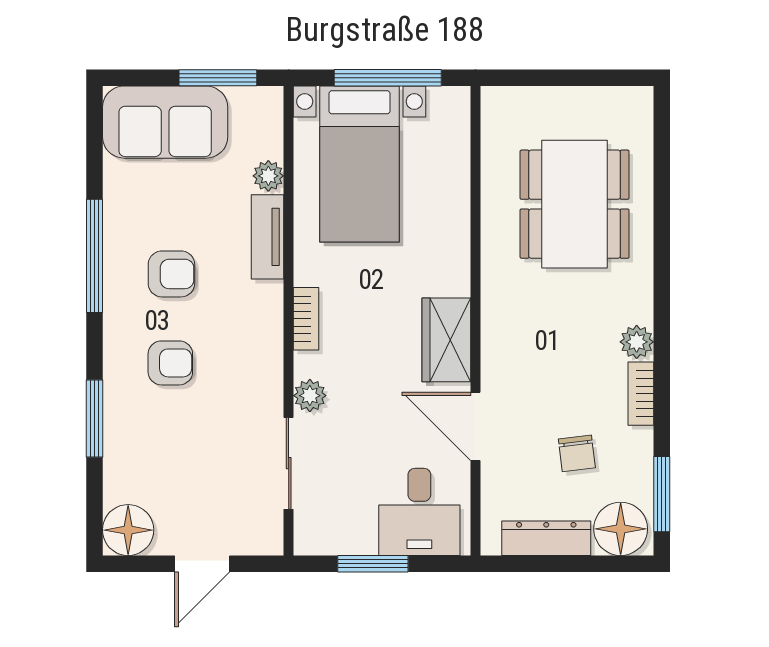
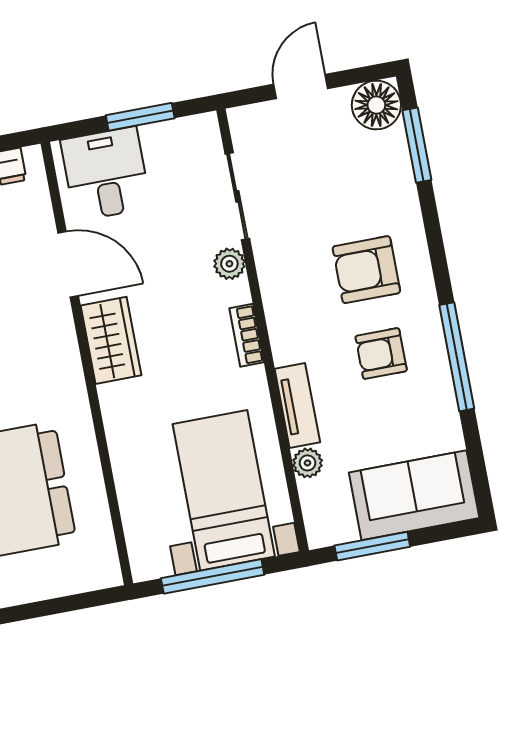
armchair: (170, 363) -> (366, 270), width x1.38, depth x1.38
window: (94, 419) -> (417, 145), moved

